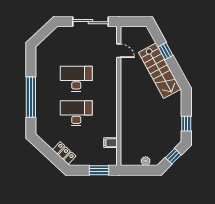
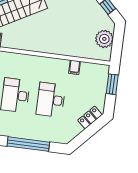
filing cabinet: (111, 143) -> (74, 67), moved
plant: (146, 161) -> (104, 39), width x1.87, depth x1.87

